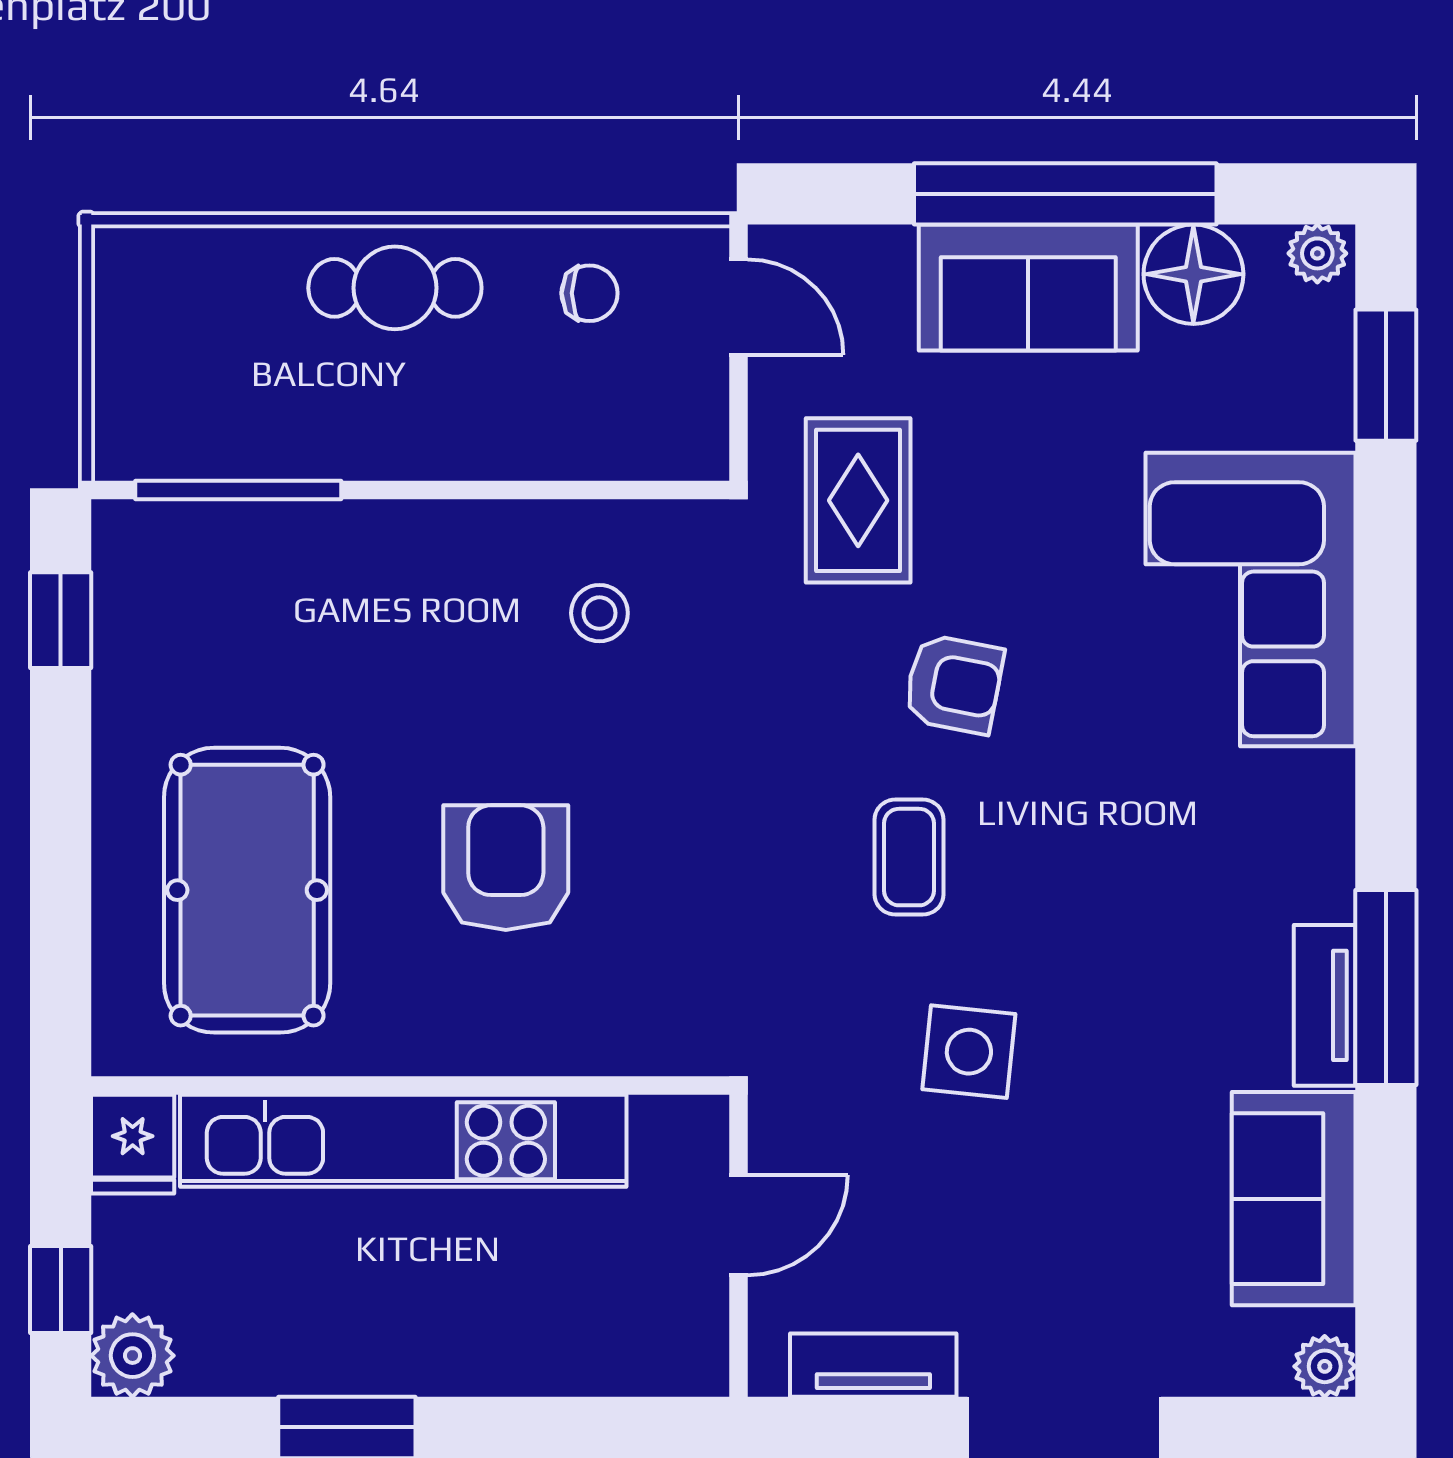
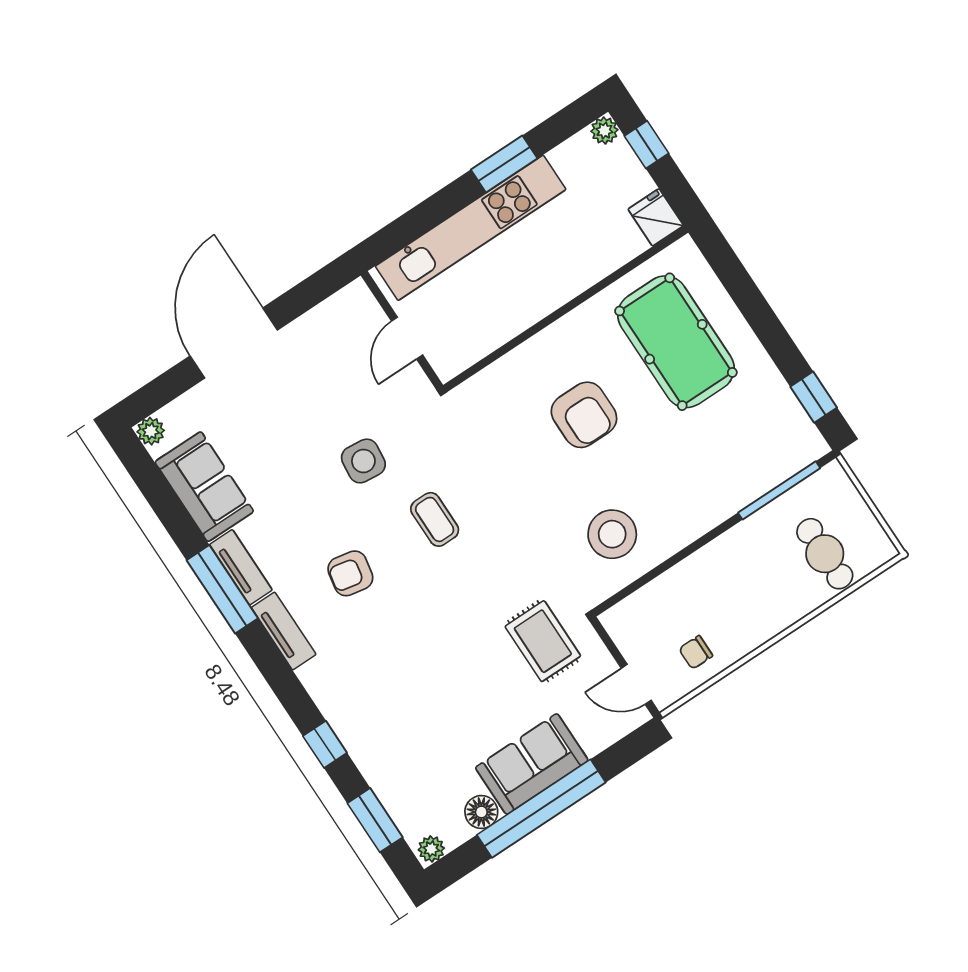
floor lamp: (1193, 274) -> (481, 812), width x0.73, depth x0.73
cafe table: (395, 288) -> (825, 554), moved, turned 90
window: (1386, 576) -> (325, 744), added
corner sofa: (1251, 600) -> (370, 702), removed
stool: (599, 613) -> (612, 534), width x1.89, depth x1.89
armchair: (954, 684) -> (350, 573), moved
kitchen unit: (403, 1141) -> (471, 228), moved, turned 180
plant: (132, 1356) -> (604, 131), width x0.73, depth x0.73
tv unit: (873, 1365) -> (284, 631), moved, turned -90

